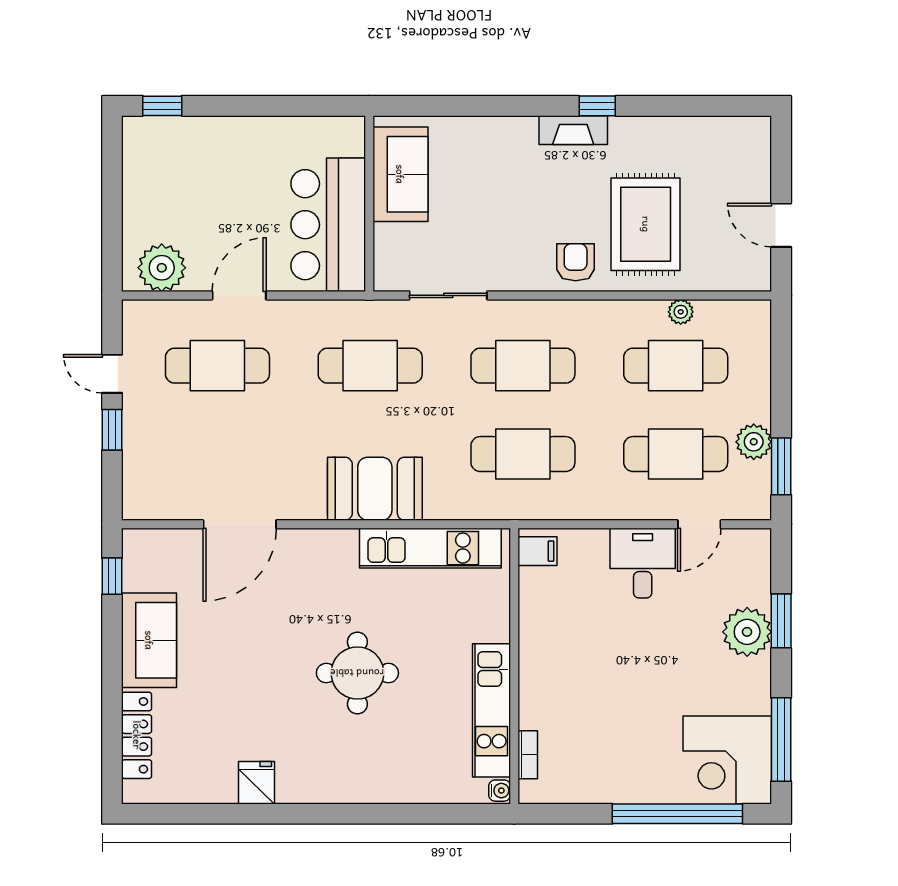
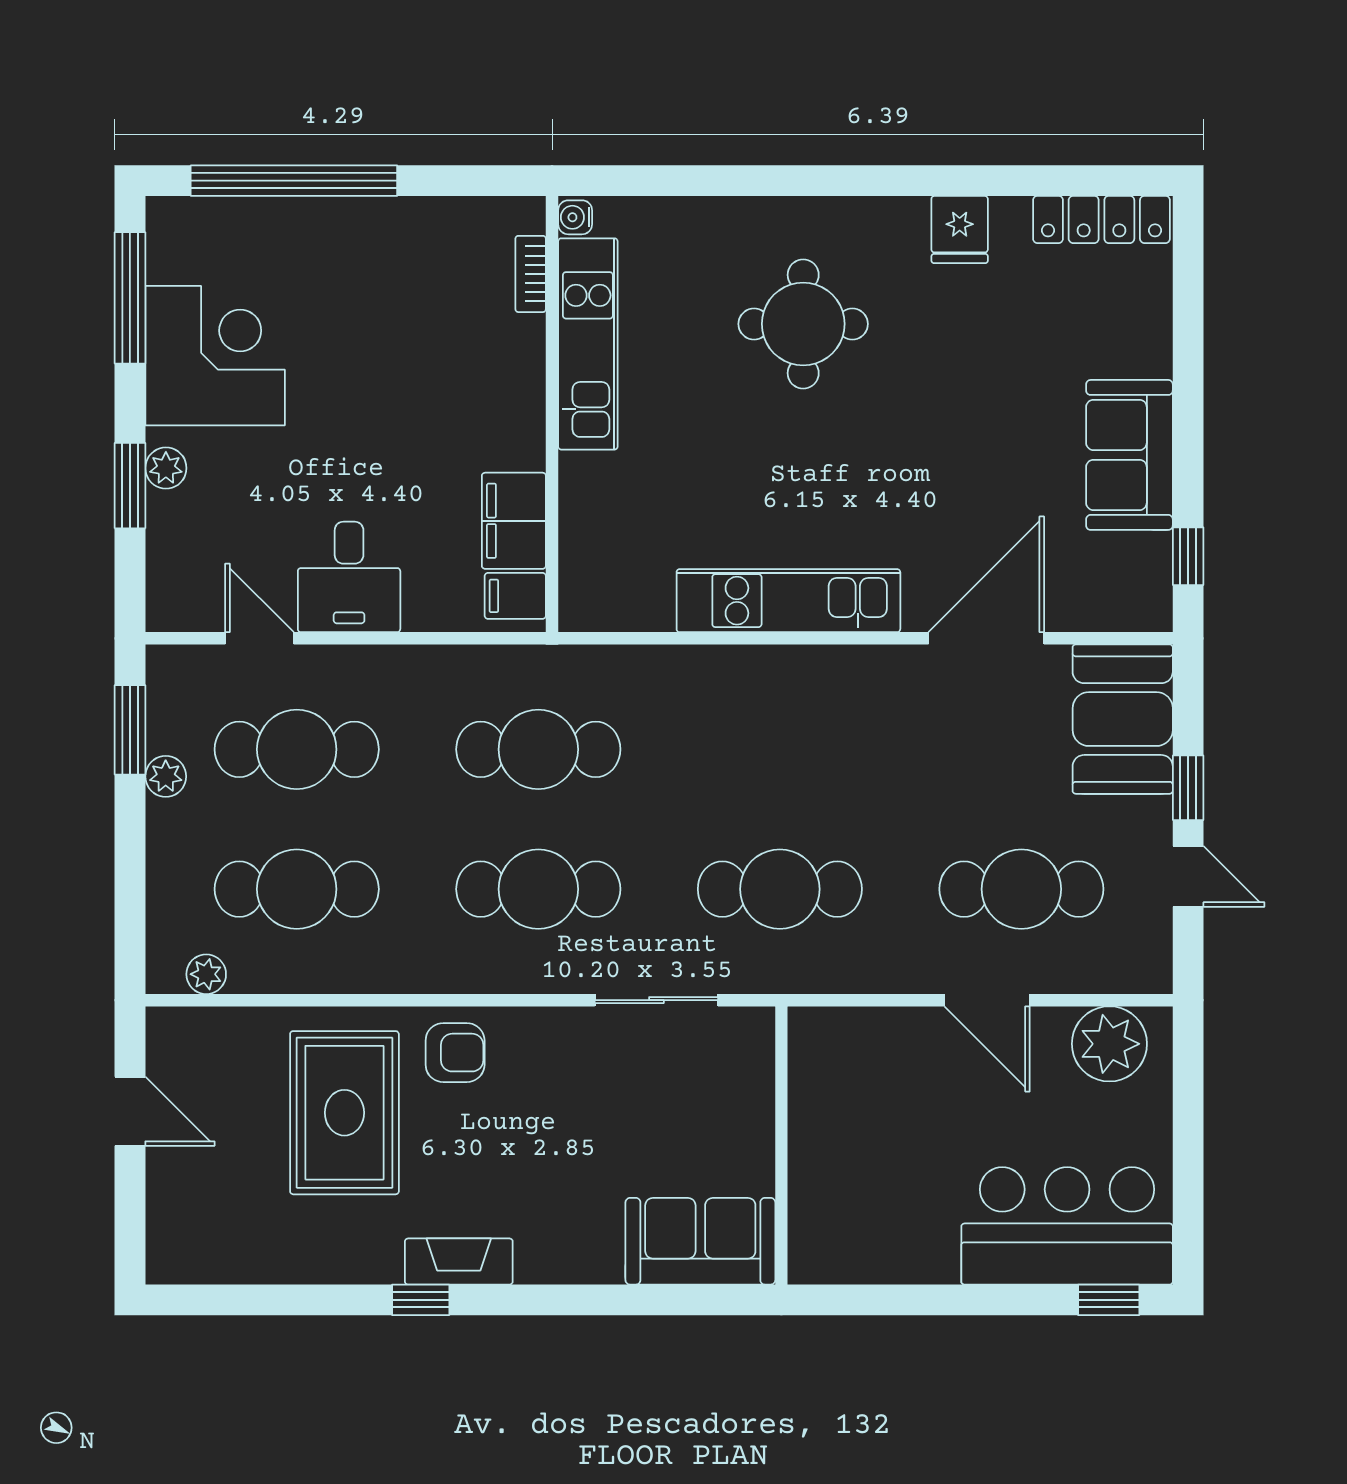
sofa: (400, 174) -> (700, 1241), moved, turned 90
bar counter: (328, 225) -> (1067, 1226), moved, turned -90
armchair: (576, 262) -> (455, 1053), turned -90
door: (239, 295) -> (987, 1000), hinge flipped
plant: (681, 312) -> (206, 974), moved
plant: (754, 442) -> (166, 776), width x0.73, depth x0.73
booth: (375, 489) -> (1123, 719), moved, turned 90
door: (699, 524) -> (260, 638), hinge flipped
kitchen unit: (430, 548) -> (788, 601), moved
filing cabinet: (538, 599) -> (514, 521), added
plant: (747, 632) -> (166, 468), width x0.53, depth x0.53
round table: (357, 673) -> (803, 324), moved
locker: (137, 735) -> (1101, 219), moved, turned -90
corner desk: (727, 760) -> (215, 356), moved

